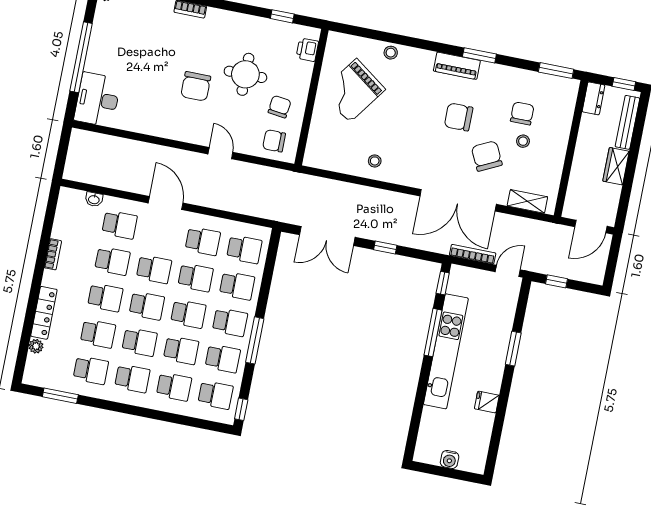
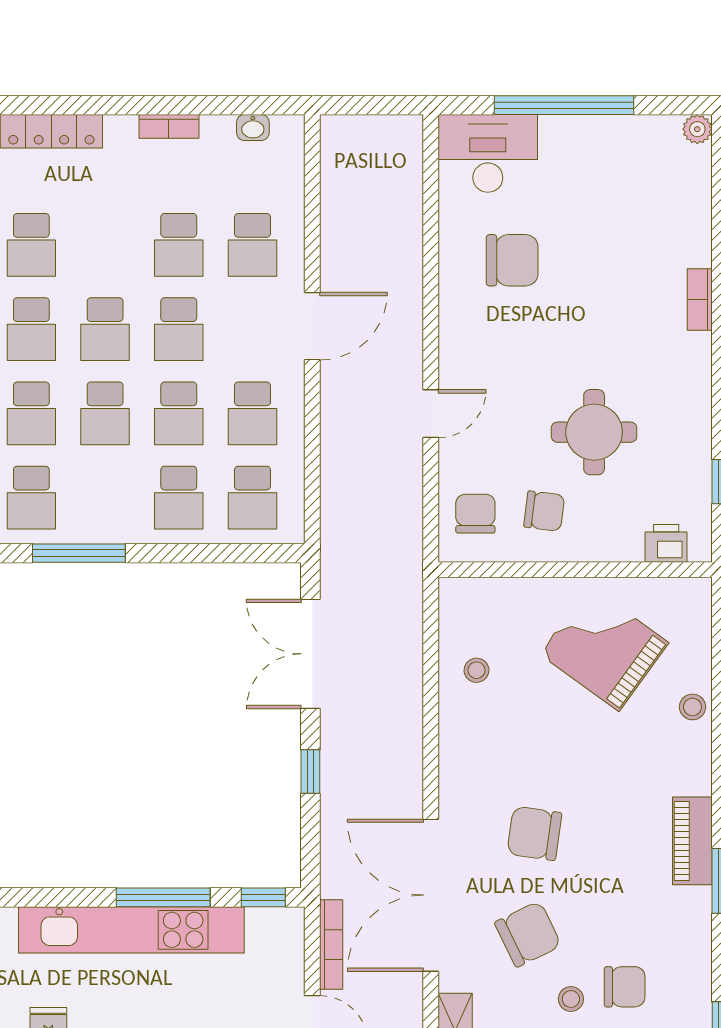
chair: (196, 86) -> (512, 260), moved, turned 180
chair: (459, 117) -> (534, 833), moved, turned -82
stool: (375, 161) -> (476, 670), moved
washbasin: (94, 199) -> (253, 128), moved, turned -90
school desk: (105, 297) -> (105, 245), removed
school desk: (230, 322) -> (105, 498), removed

